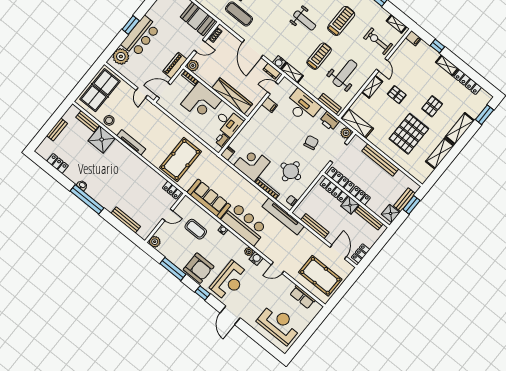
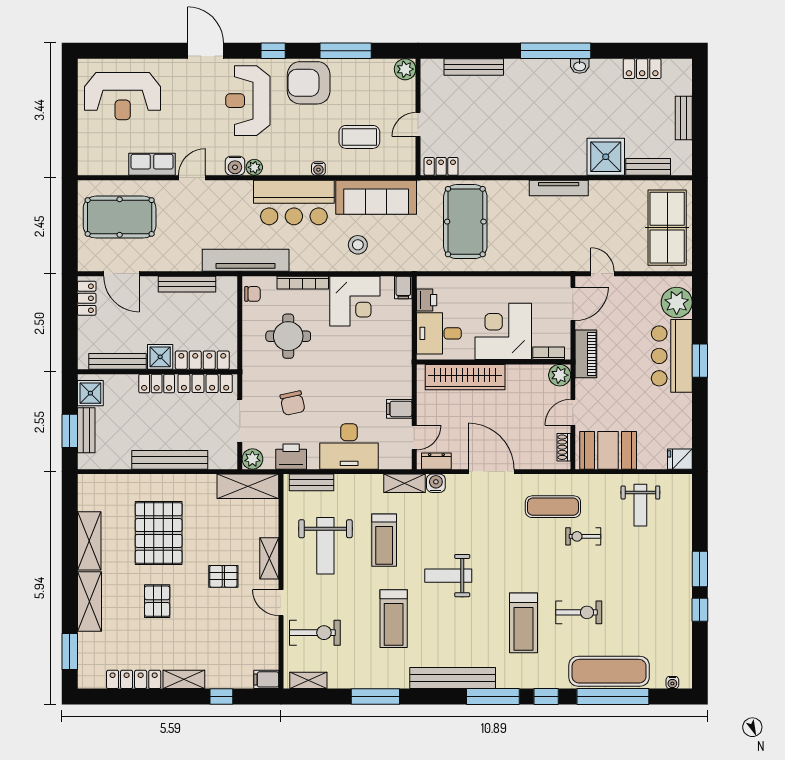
stool: (109, 120) -> (358, 245), moved
row of seats: (302, 297) -> (152, 164), moved

